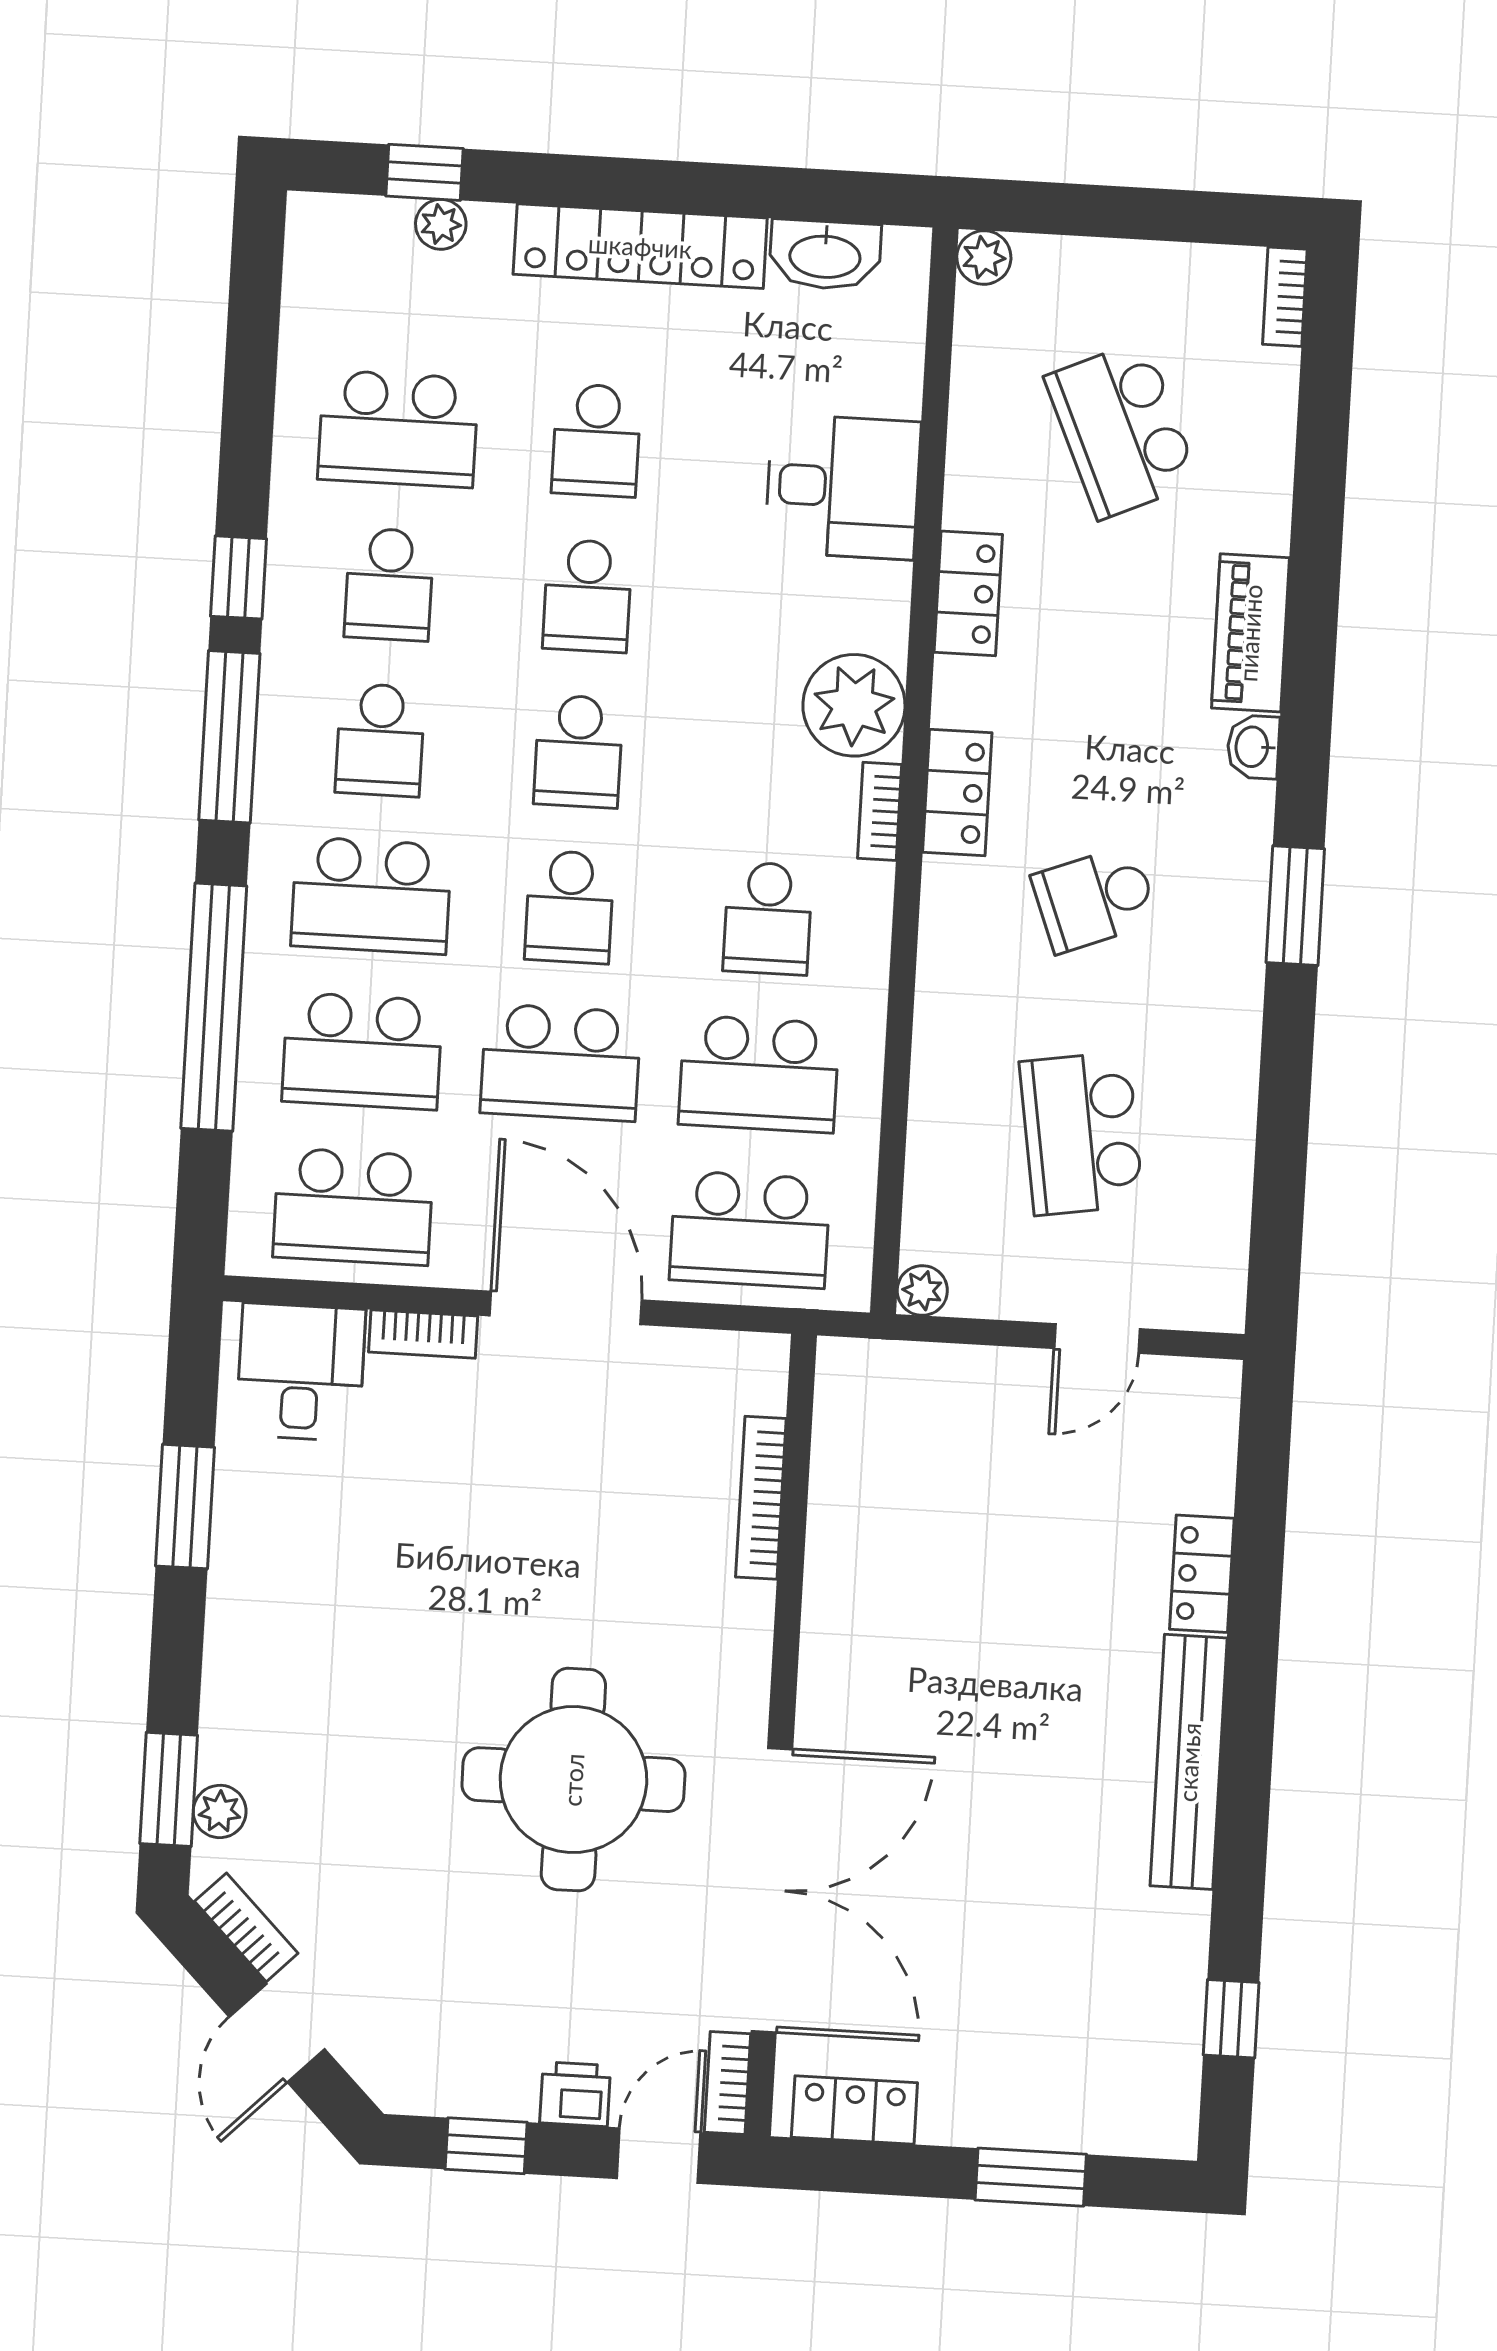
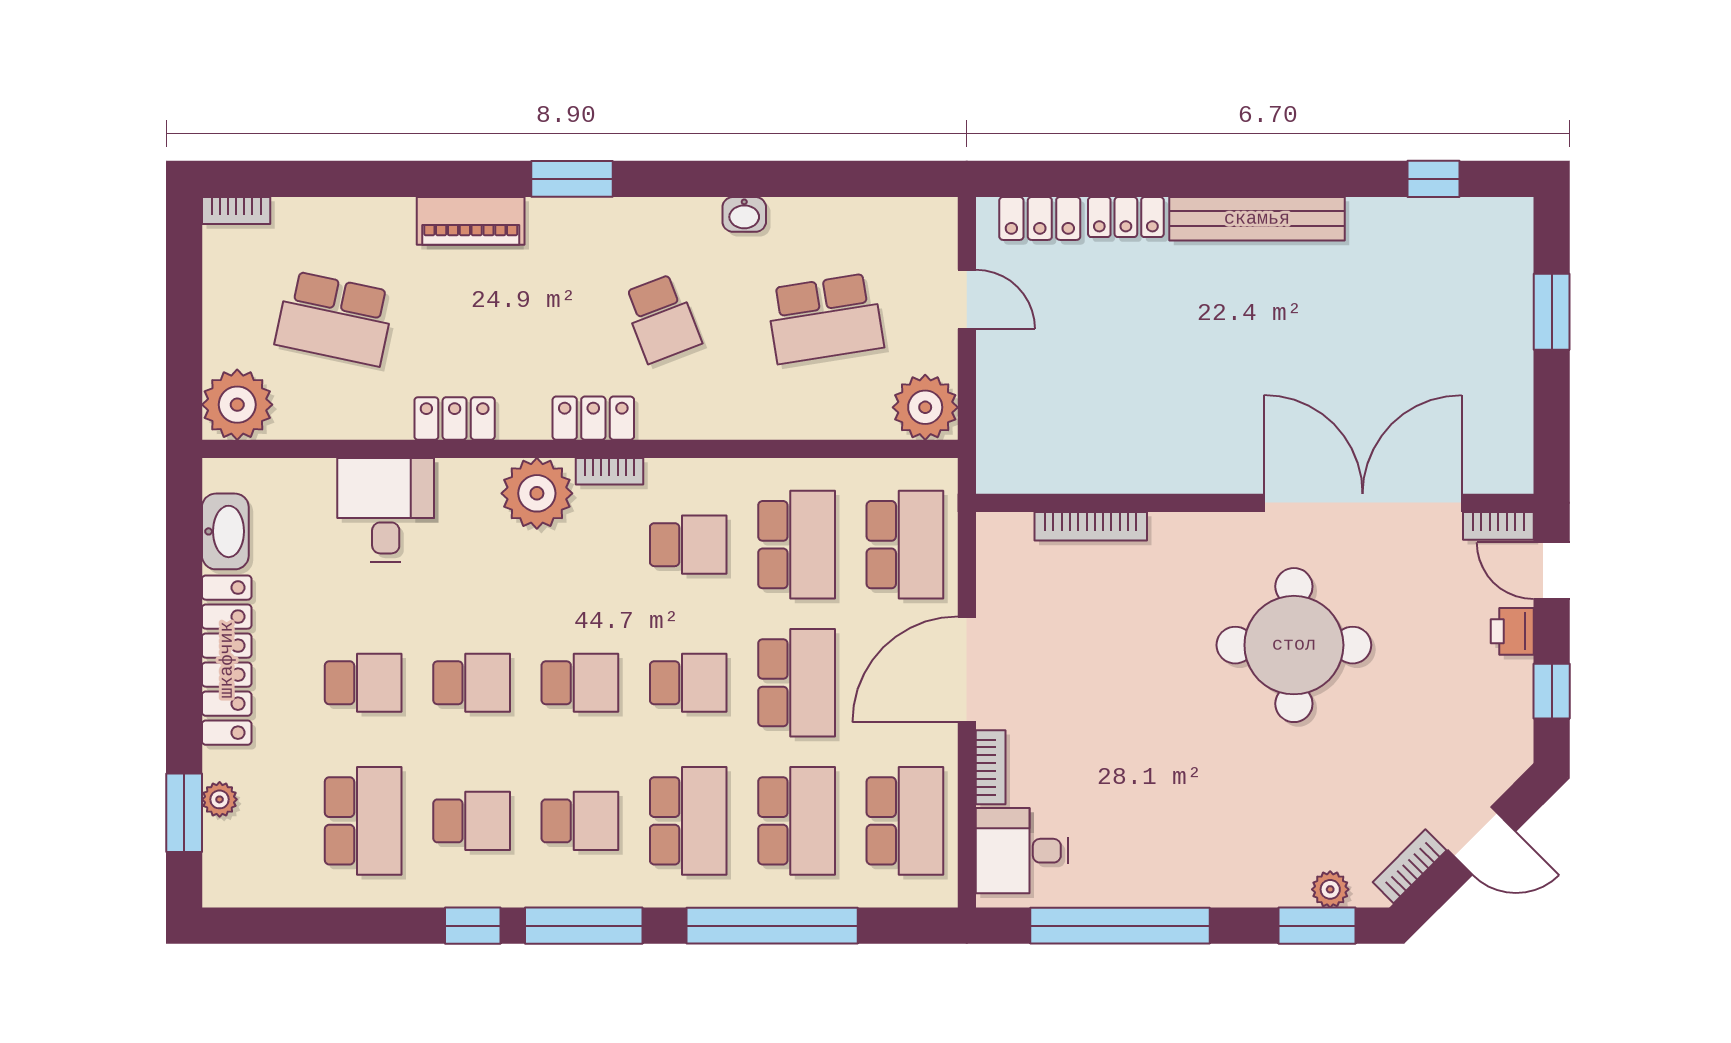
window: (424, 172) -> (184, 813), width x1.50
plant: (984, 257) -> (237, 405), width x1.88, depth x1.88
school desk: (1122, 430) -> (335, 318), turned 36
washbasin: (1253, 747) -> (744, 214), moved
window: (1295, 906) -> (572, 179), moved
plant: (922, 1290) -> (925, 407), width x1.88, depth x1.88
window: (185, 1507) -> (1120, 926), width x2.11
locker: (854, 2110) -> (1040, 218), moved, turned -90

